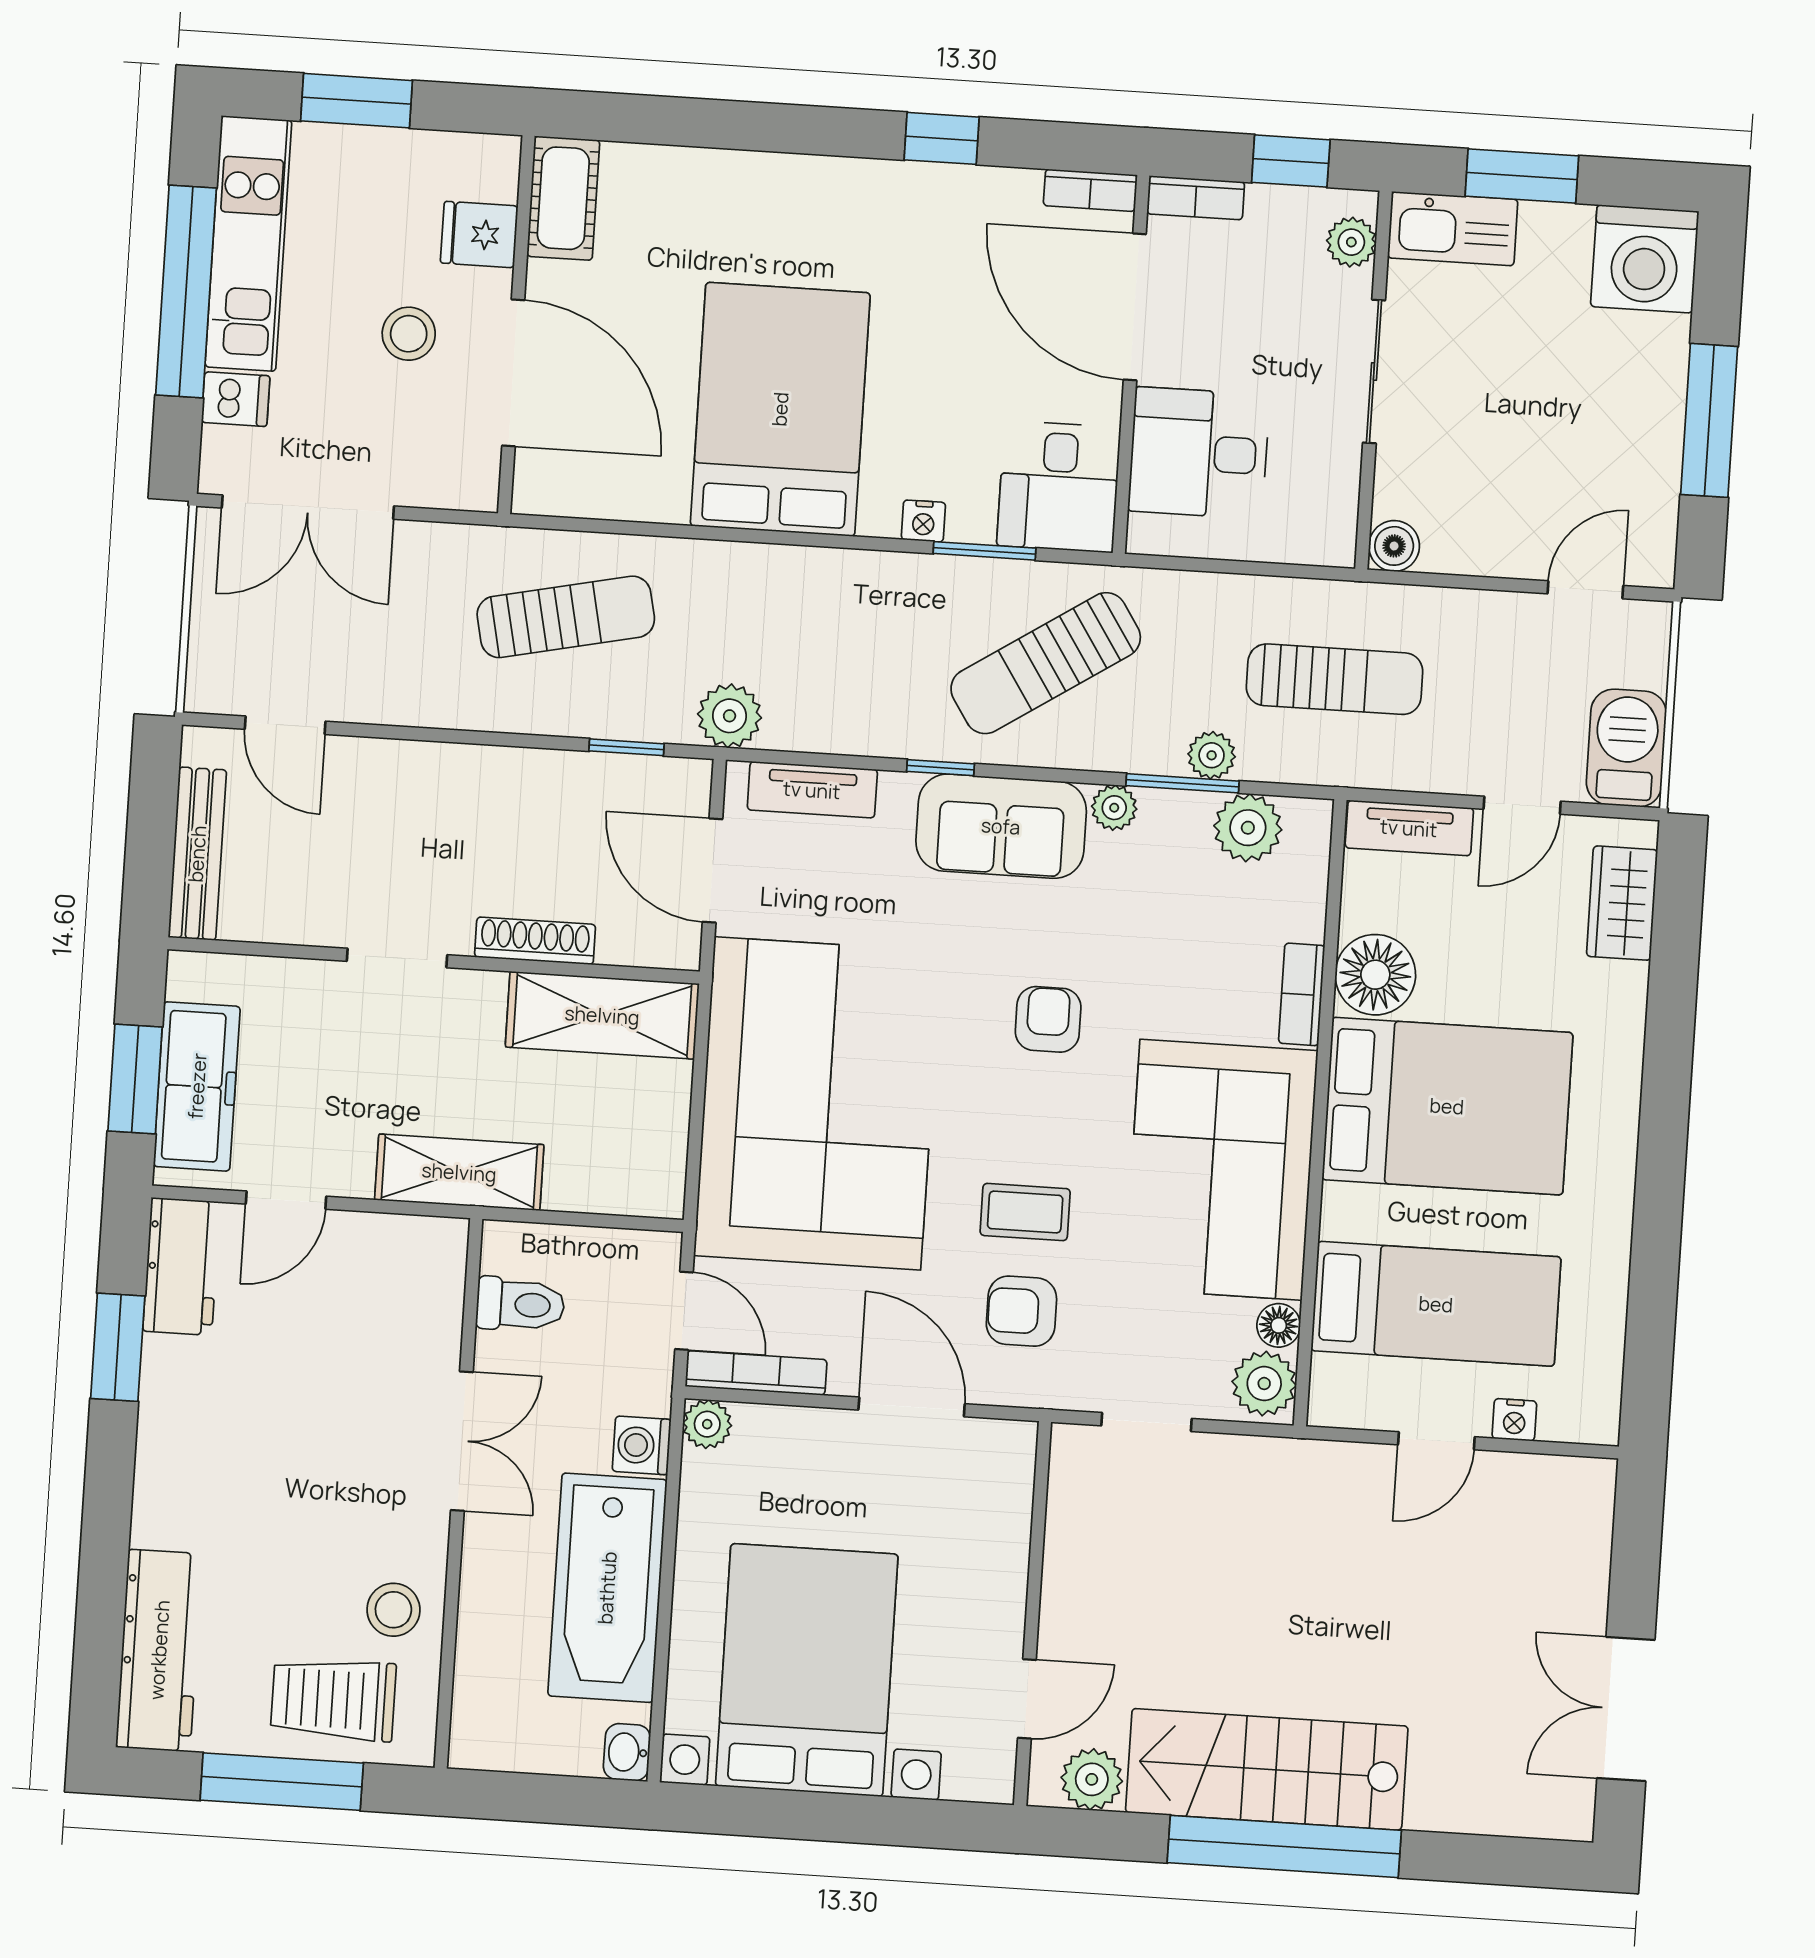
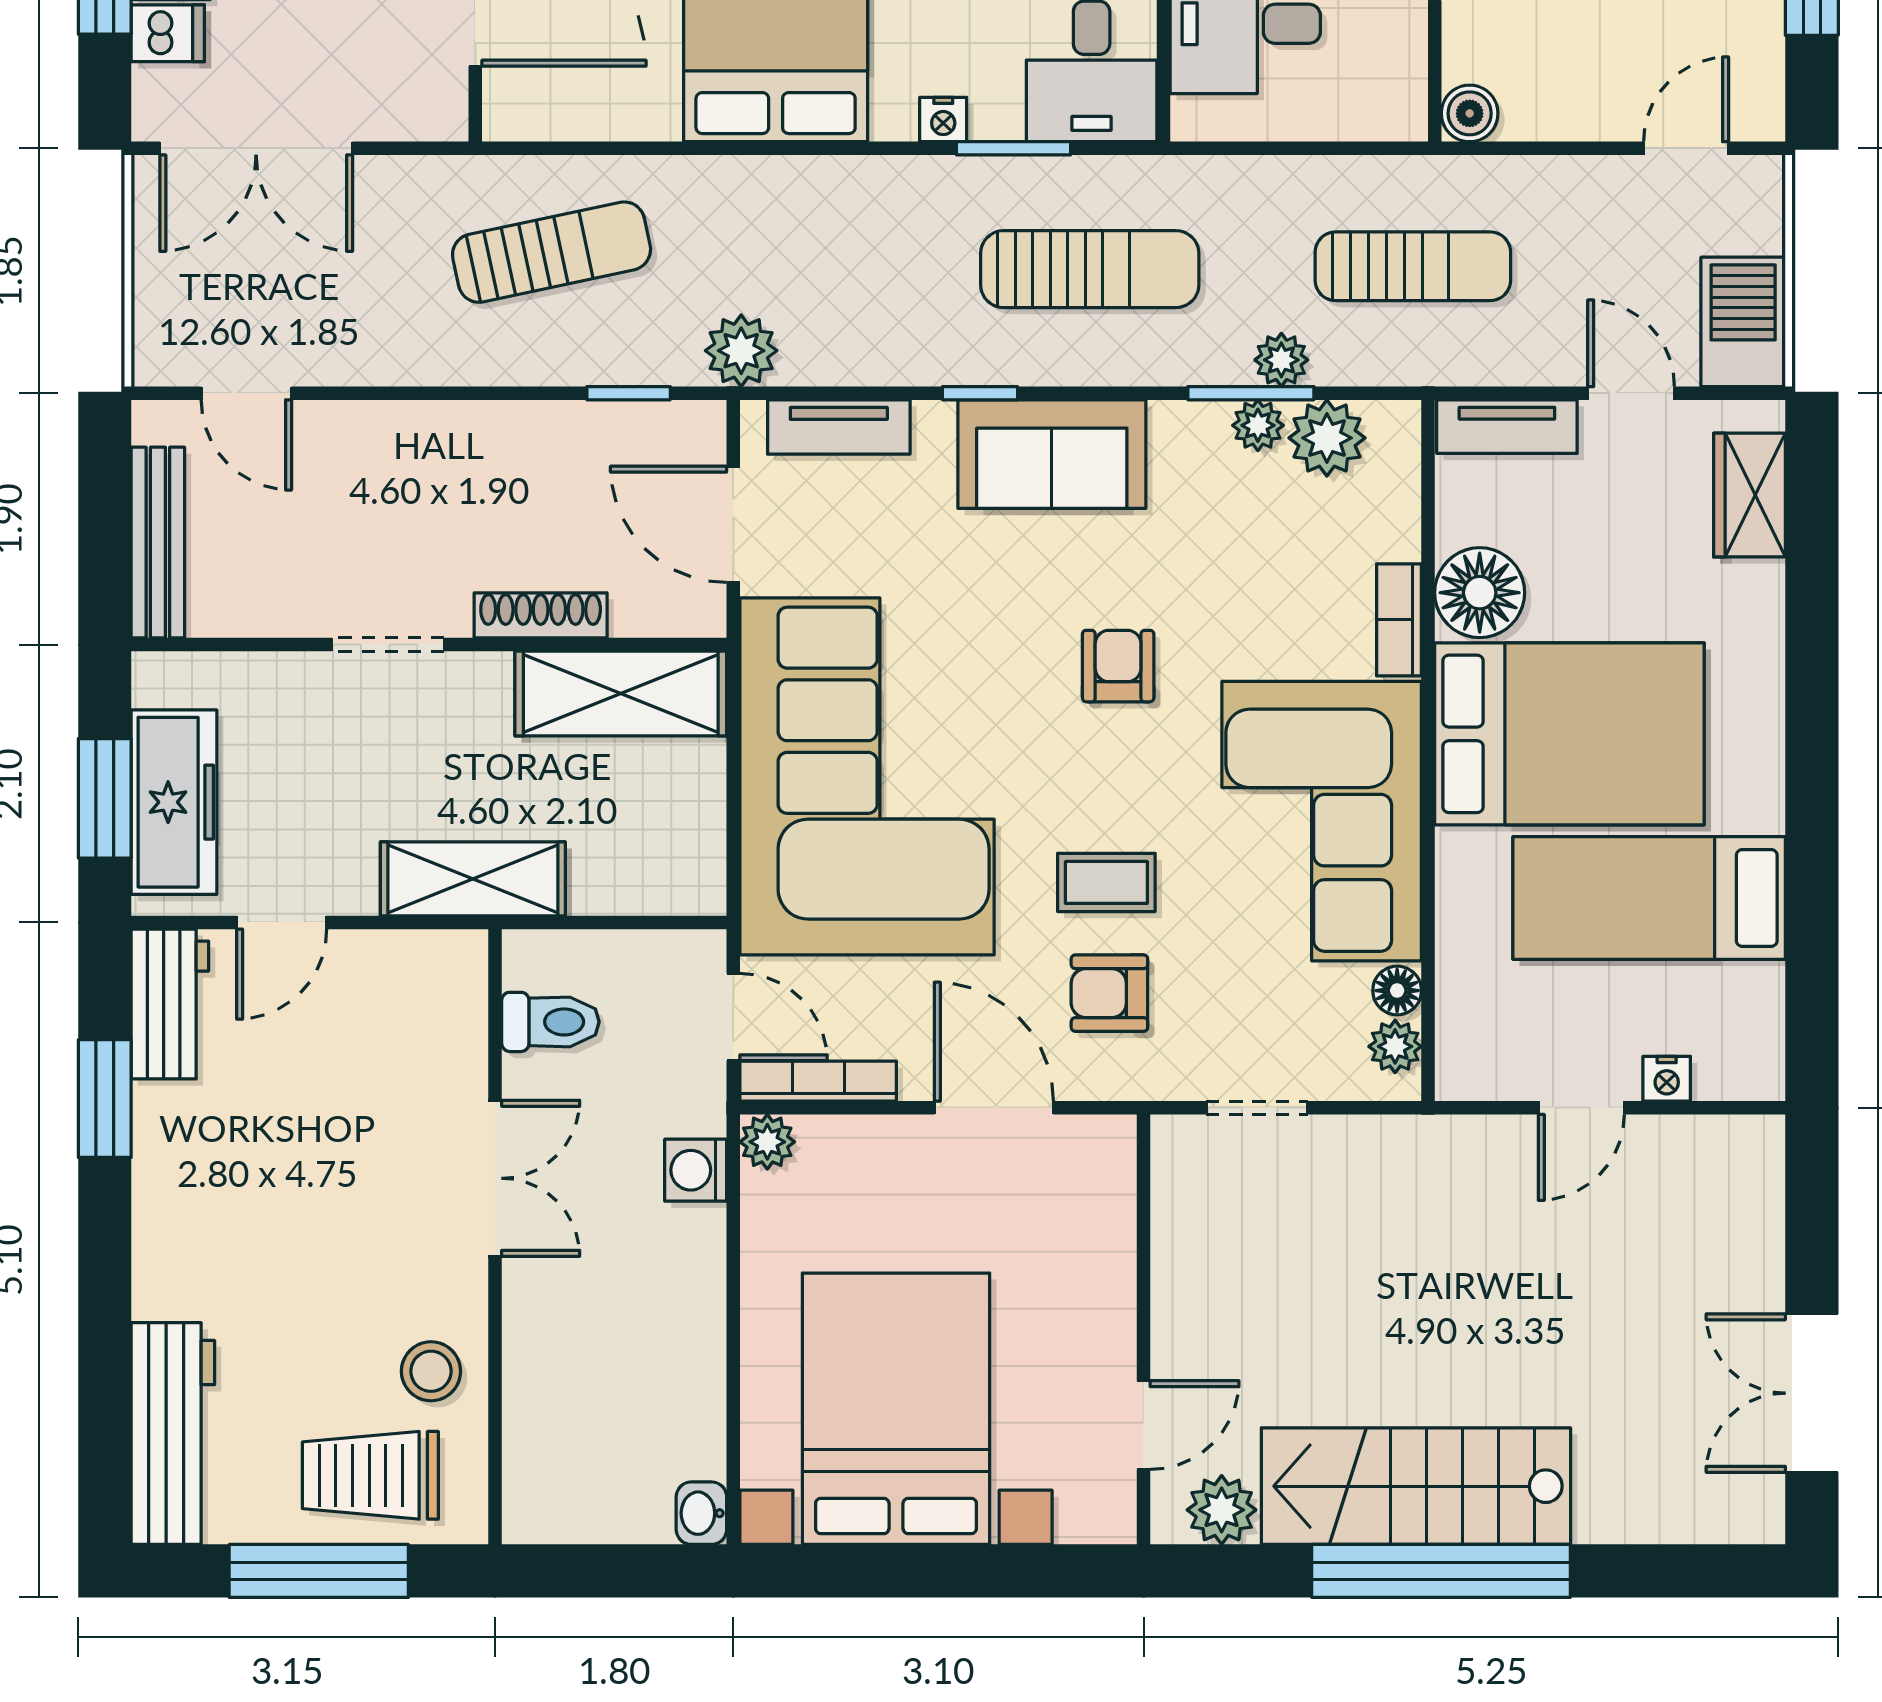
sun lounger: (1046, 663) -> (1090, 269), turned -147
door: (1522, 805) -> (1631, 393), swing flipped
plant: (1114, 808) -> (1258, 425), moved
bed: (1436, 1304) -> (1649, 898), moved, turned 180
plant: (1264, 1384) -> (1395, 1046), width x0.73, depth x0.73
bathtub: (607, 1588) -> (668, 1331), removed

